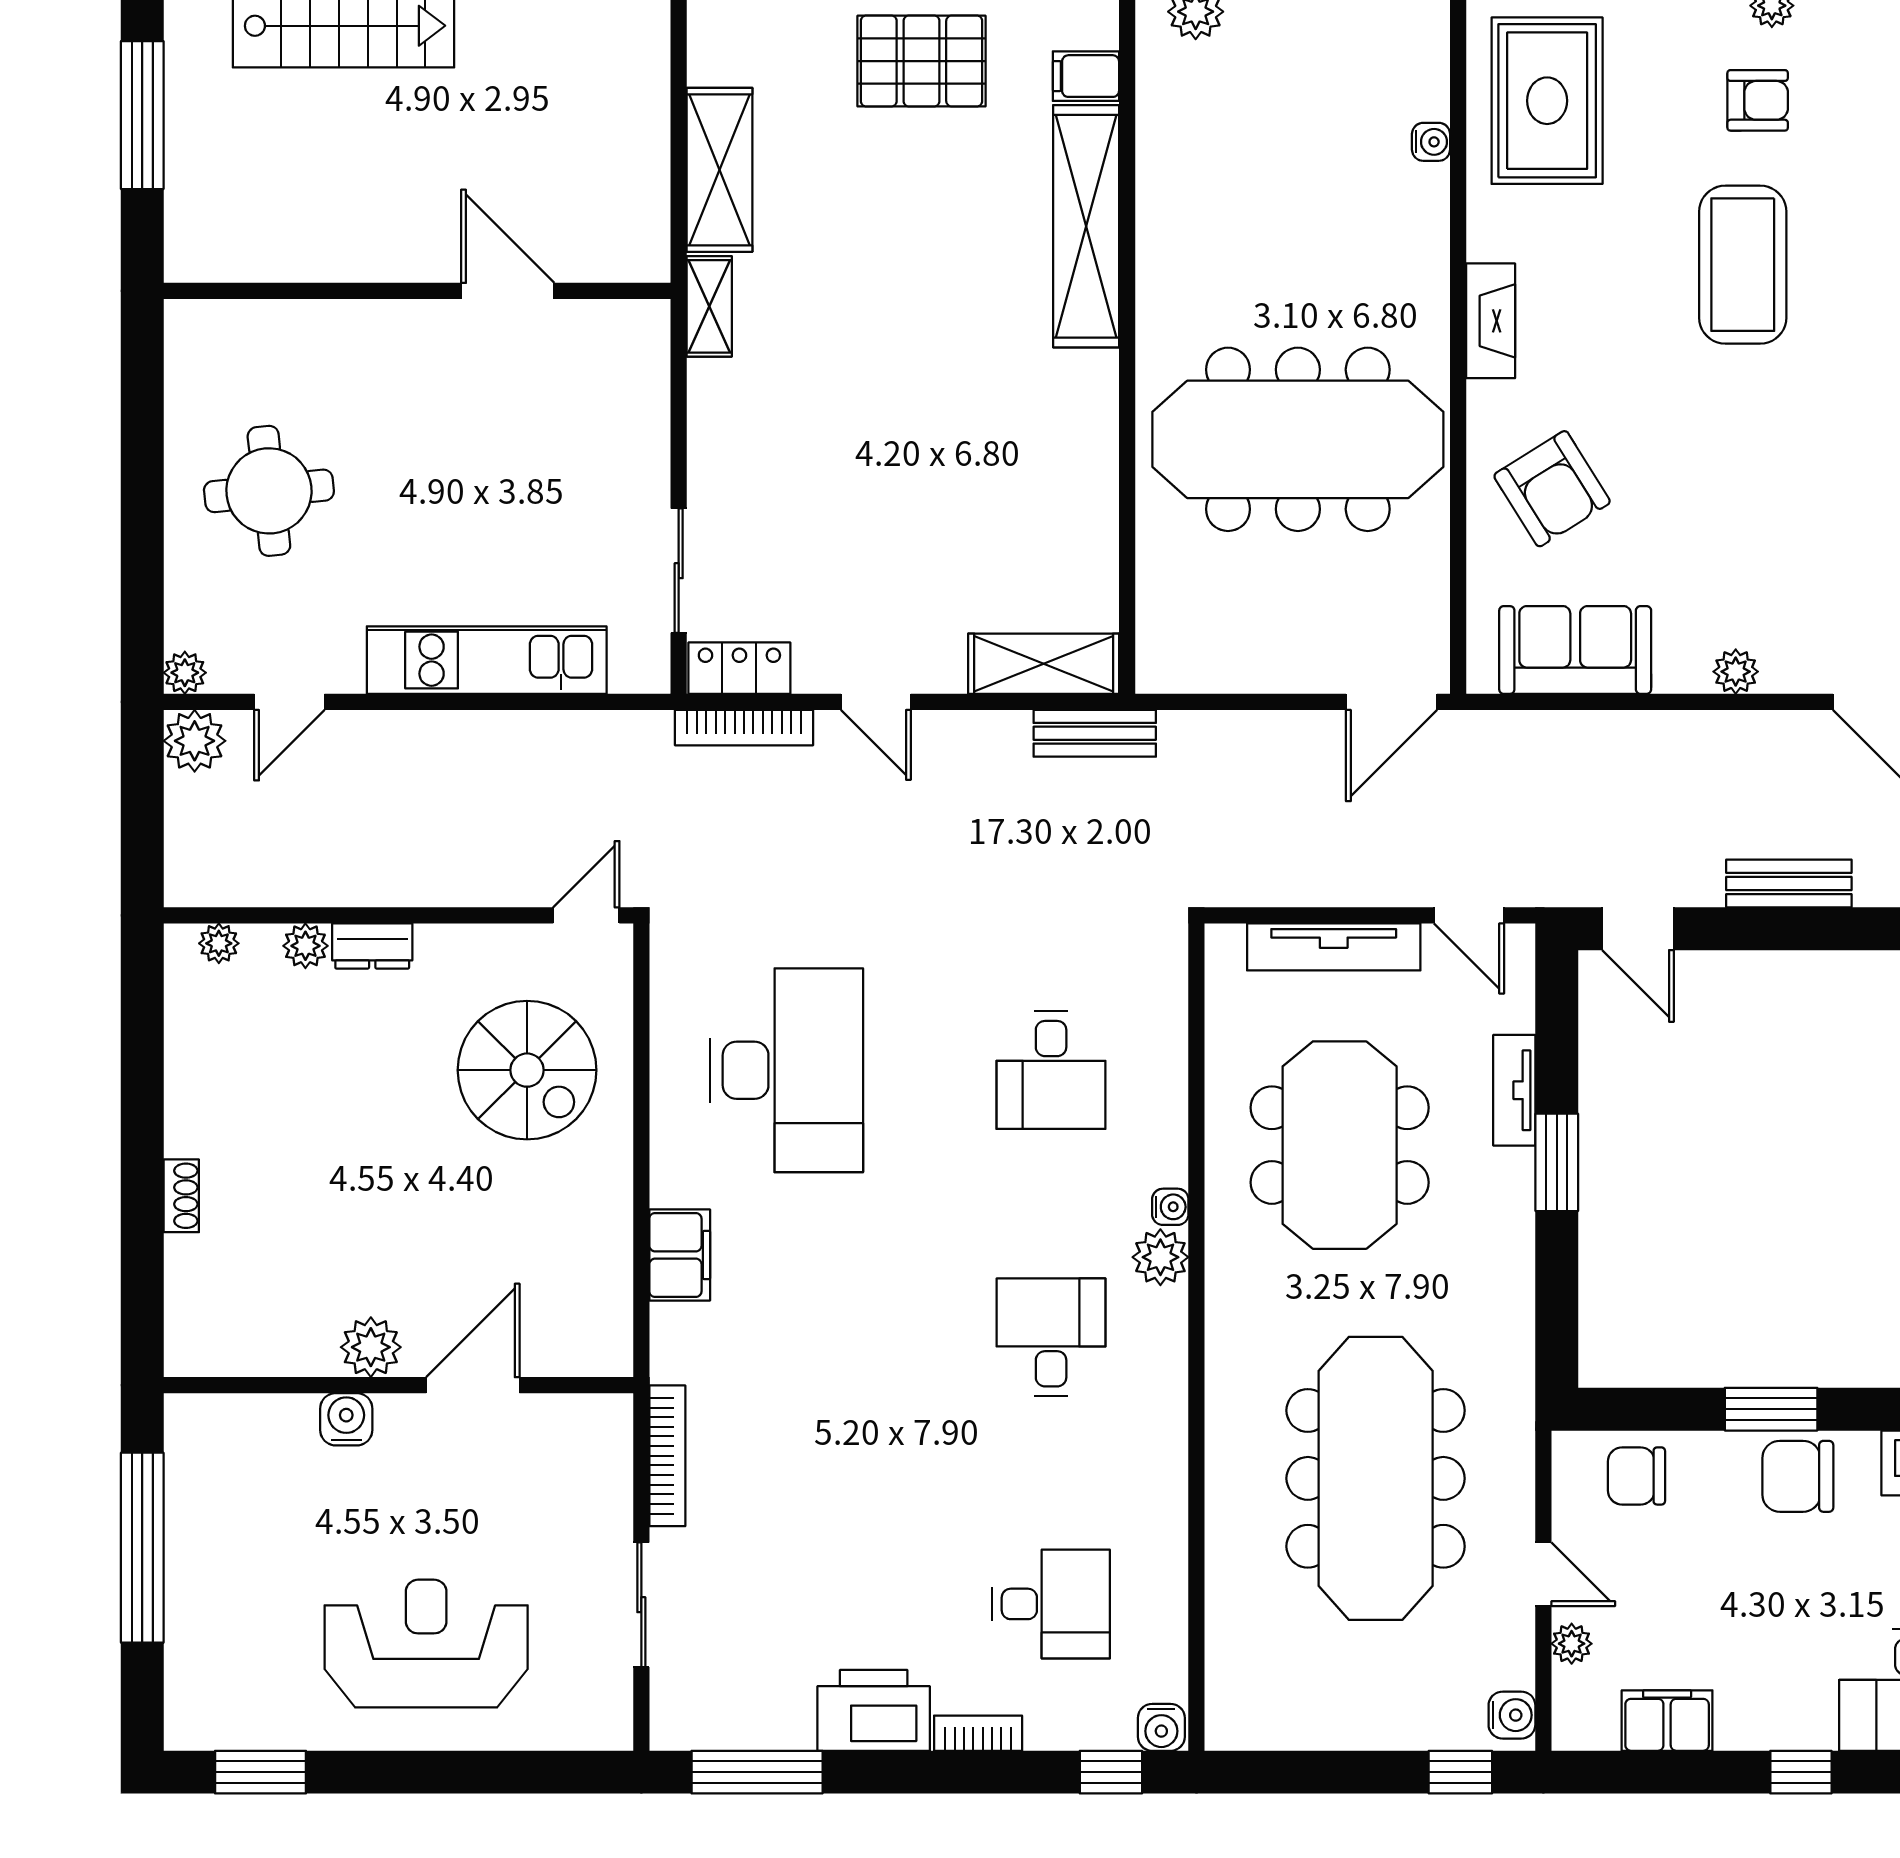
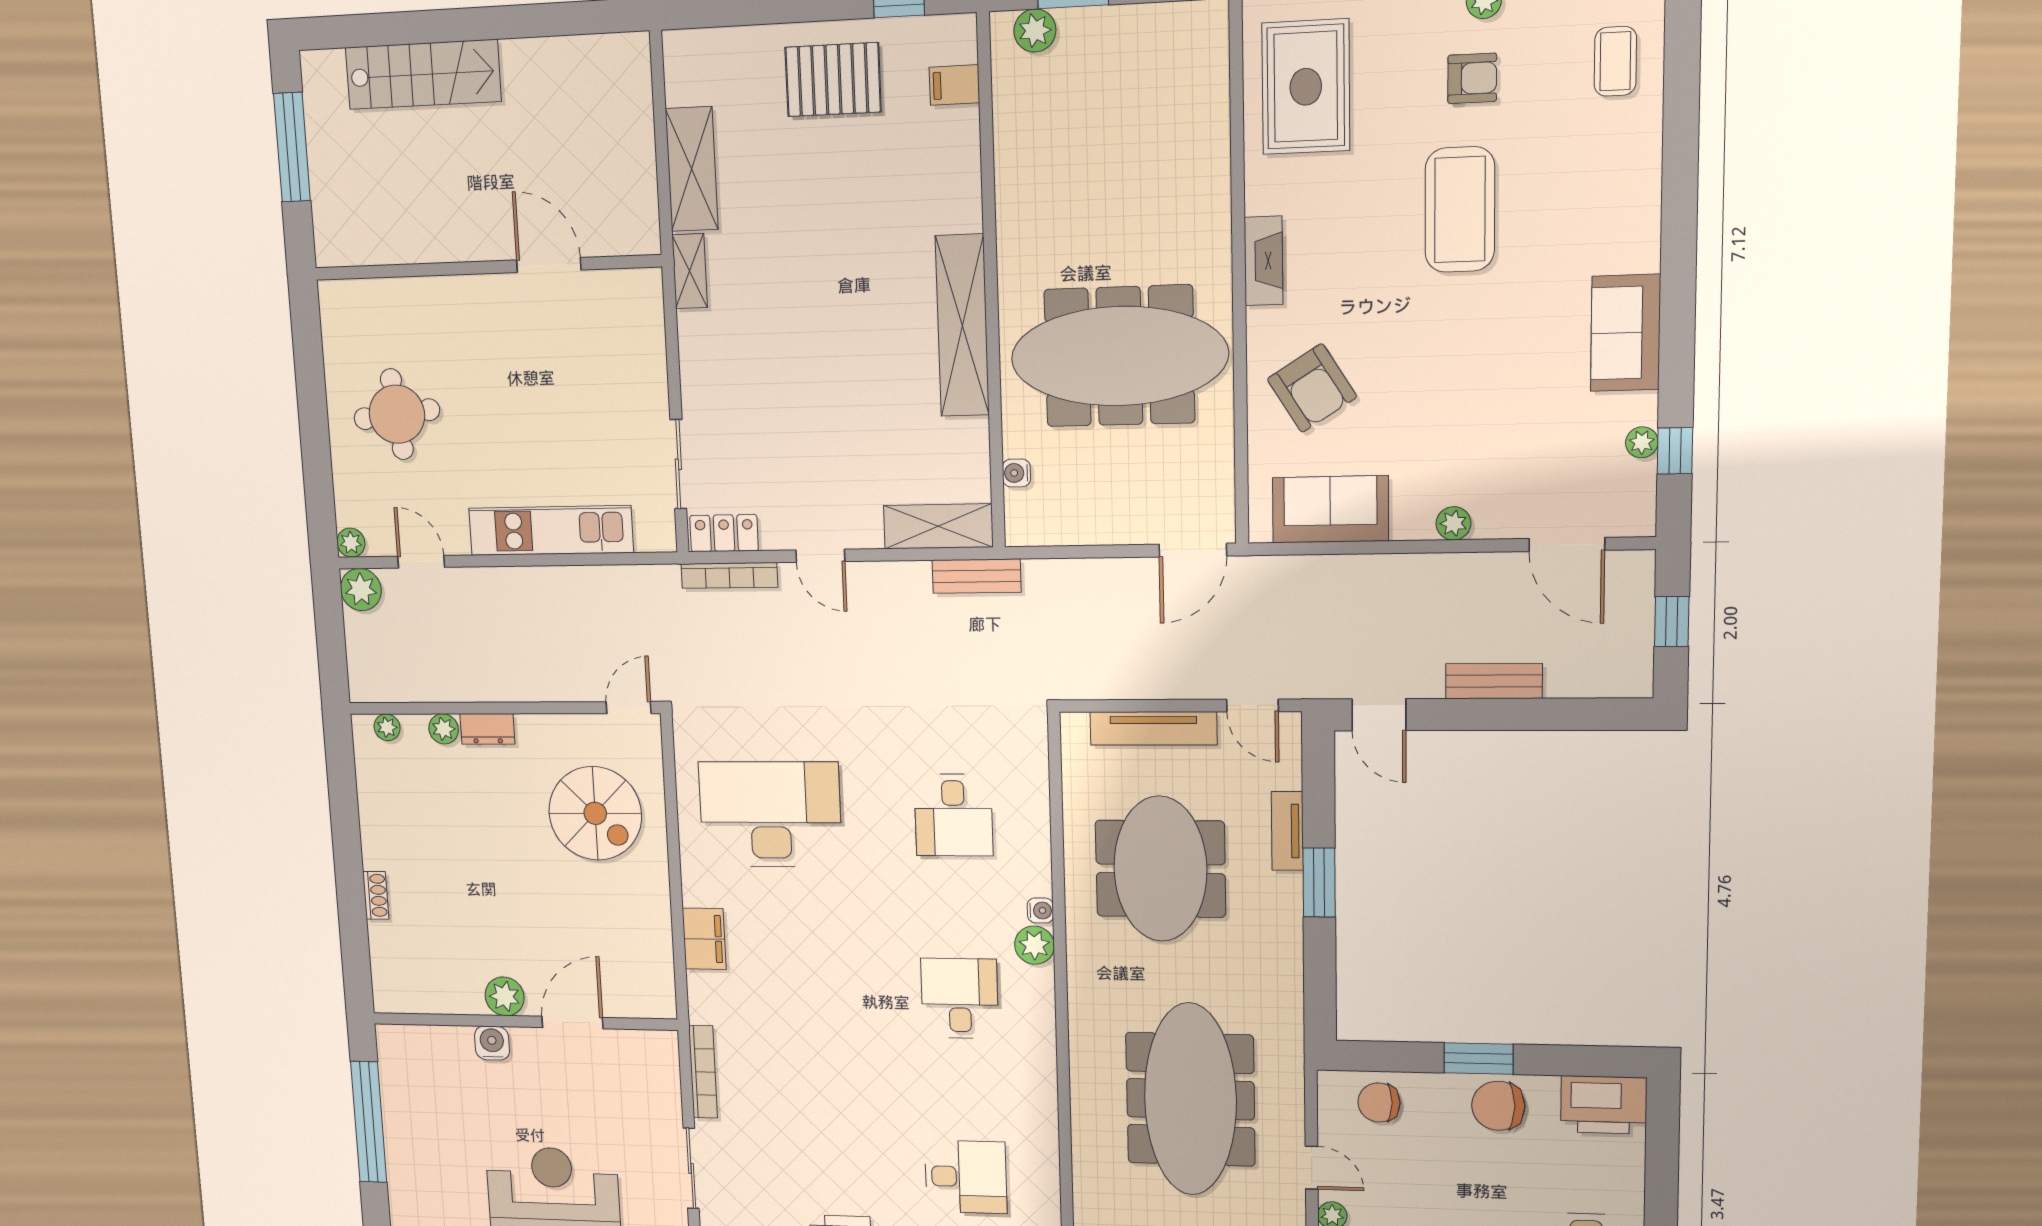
water cooler: (1431, 142) -> (1016, 473), moved, turned 180
shelving: (1086, 226) -> (962, 326), moved
door: (289, 702) -> (421, 562), swing flipped
desk: (787, 1070) -> (770, 814), turned -90

